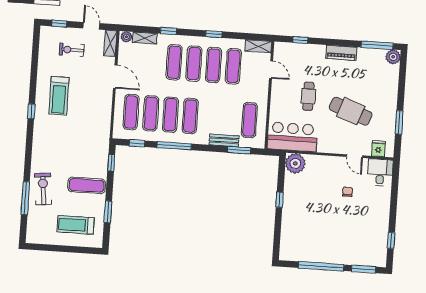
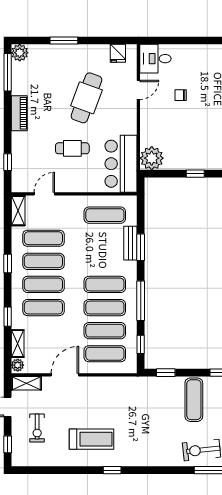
window: (399, 122) -> (64, 40), moved
fridge: (378, 149) -> (118, 53), moved, turned -90
window: (239, 150) -> (141, 247), moved

